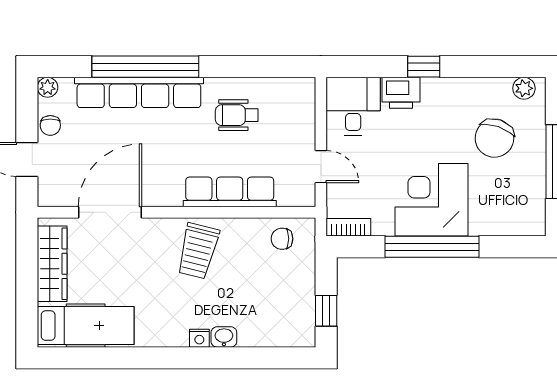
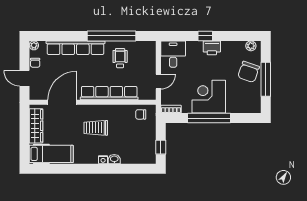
window: (145, 67) -> (111, 36), moved
printer: (401, 93) -> (212, 48), moved
wheelchair: (237, 115) -> (120, 58), turned 90
chair: (494, 138) -> (249, 72), moved
door: (321, 167) -> (158, 82), hinge flipped
row of seats: (230, 192) -> (109, 93), width x1.36
trolley: (198, 251) -> (96, 128), moved, turned 76

